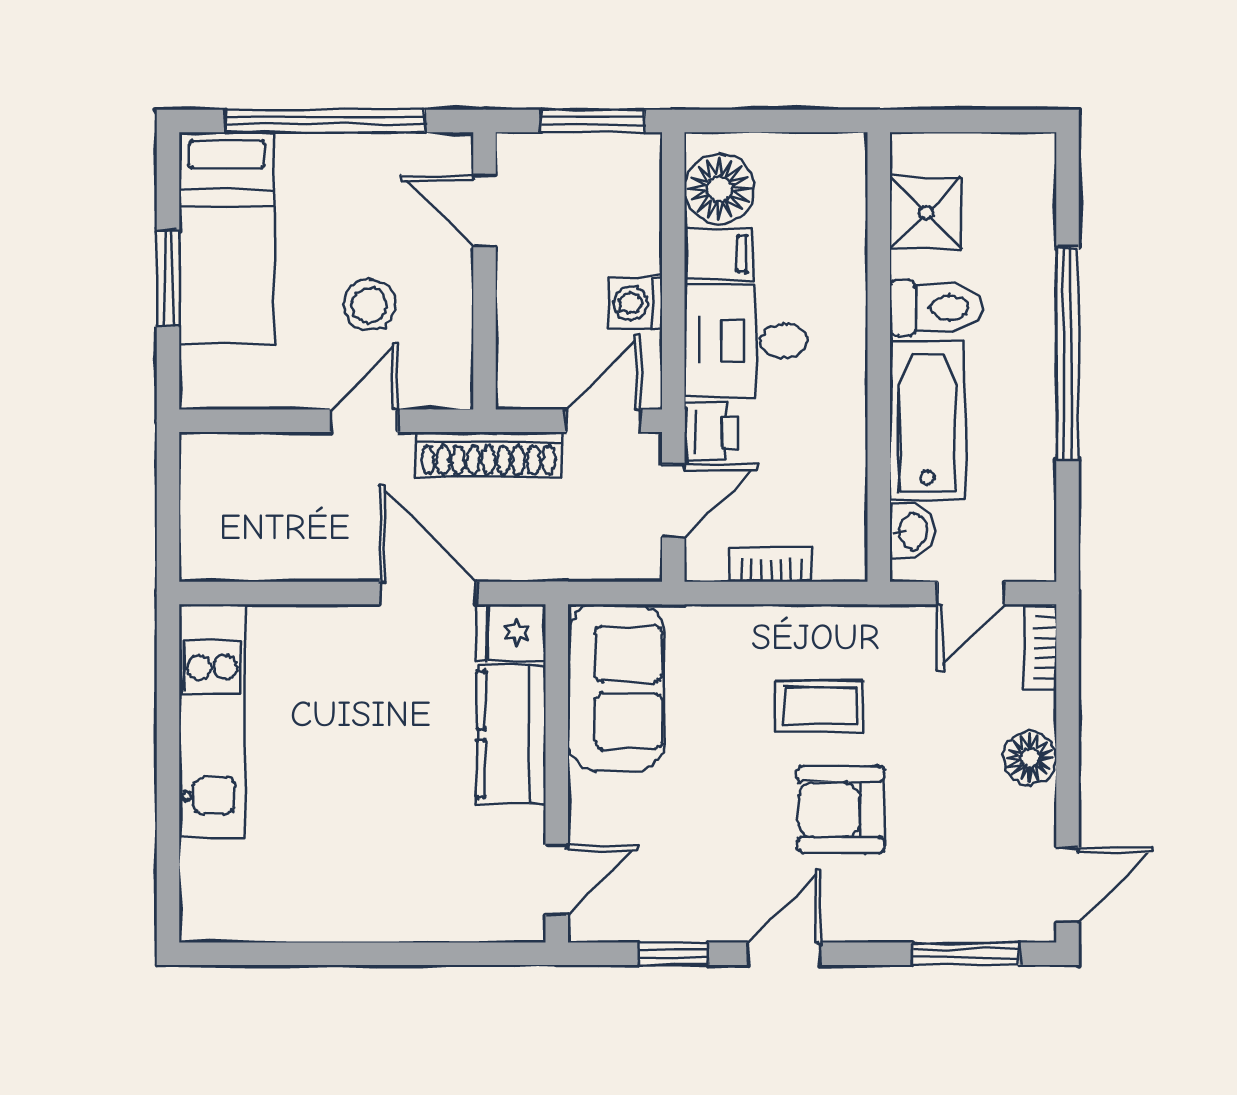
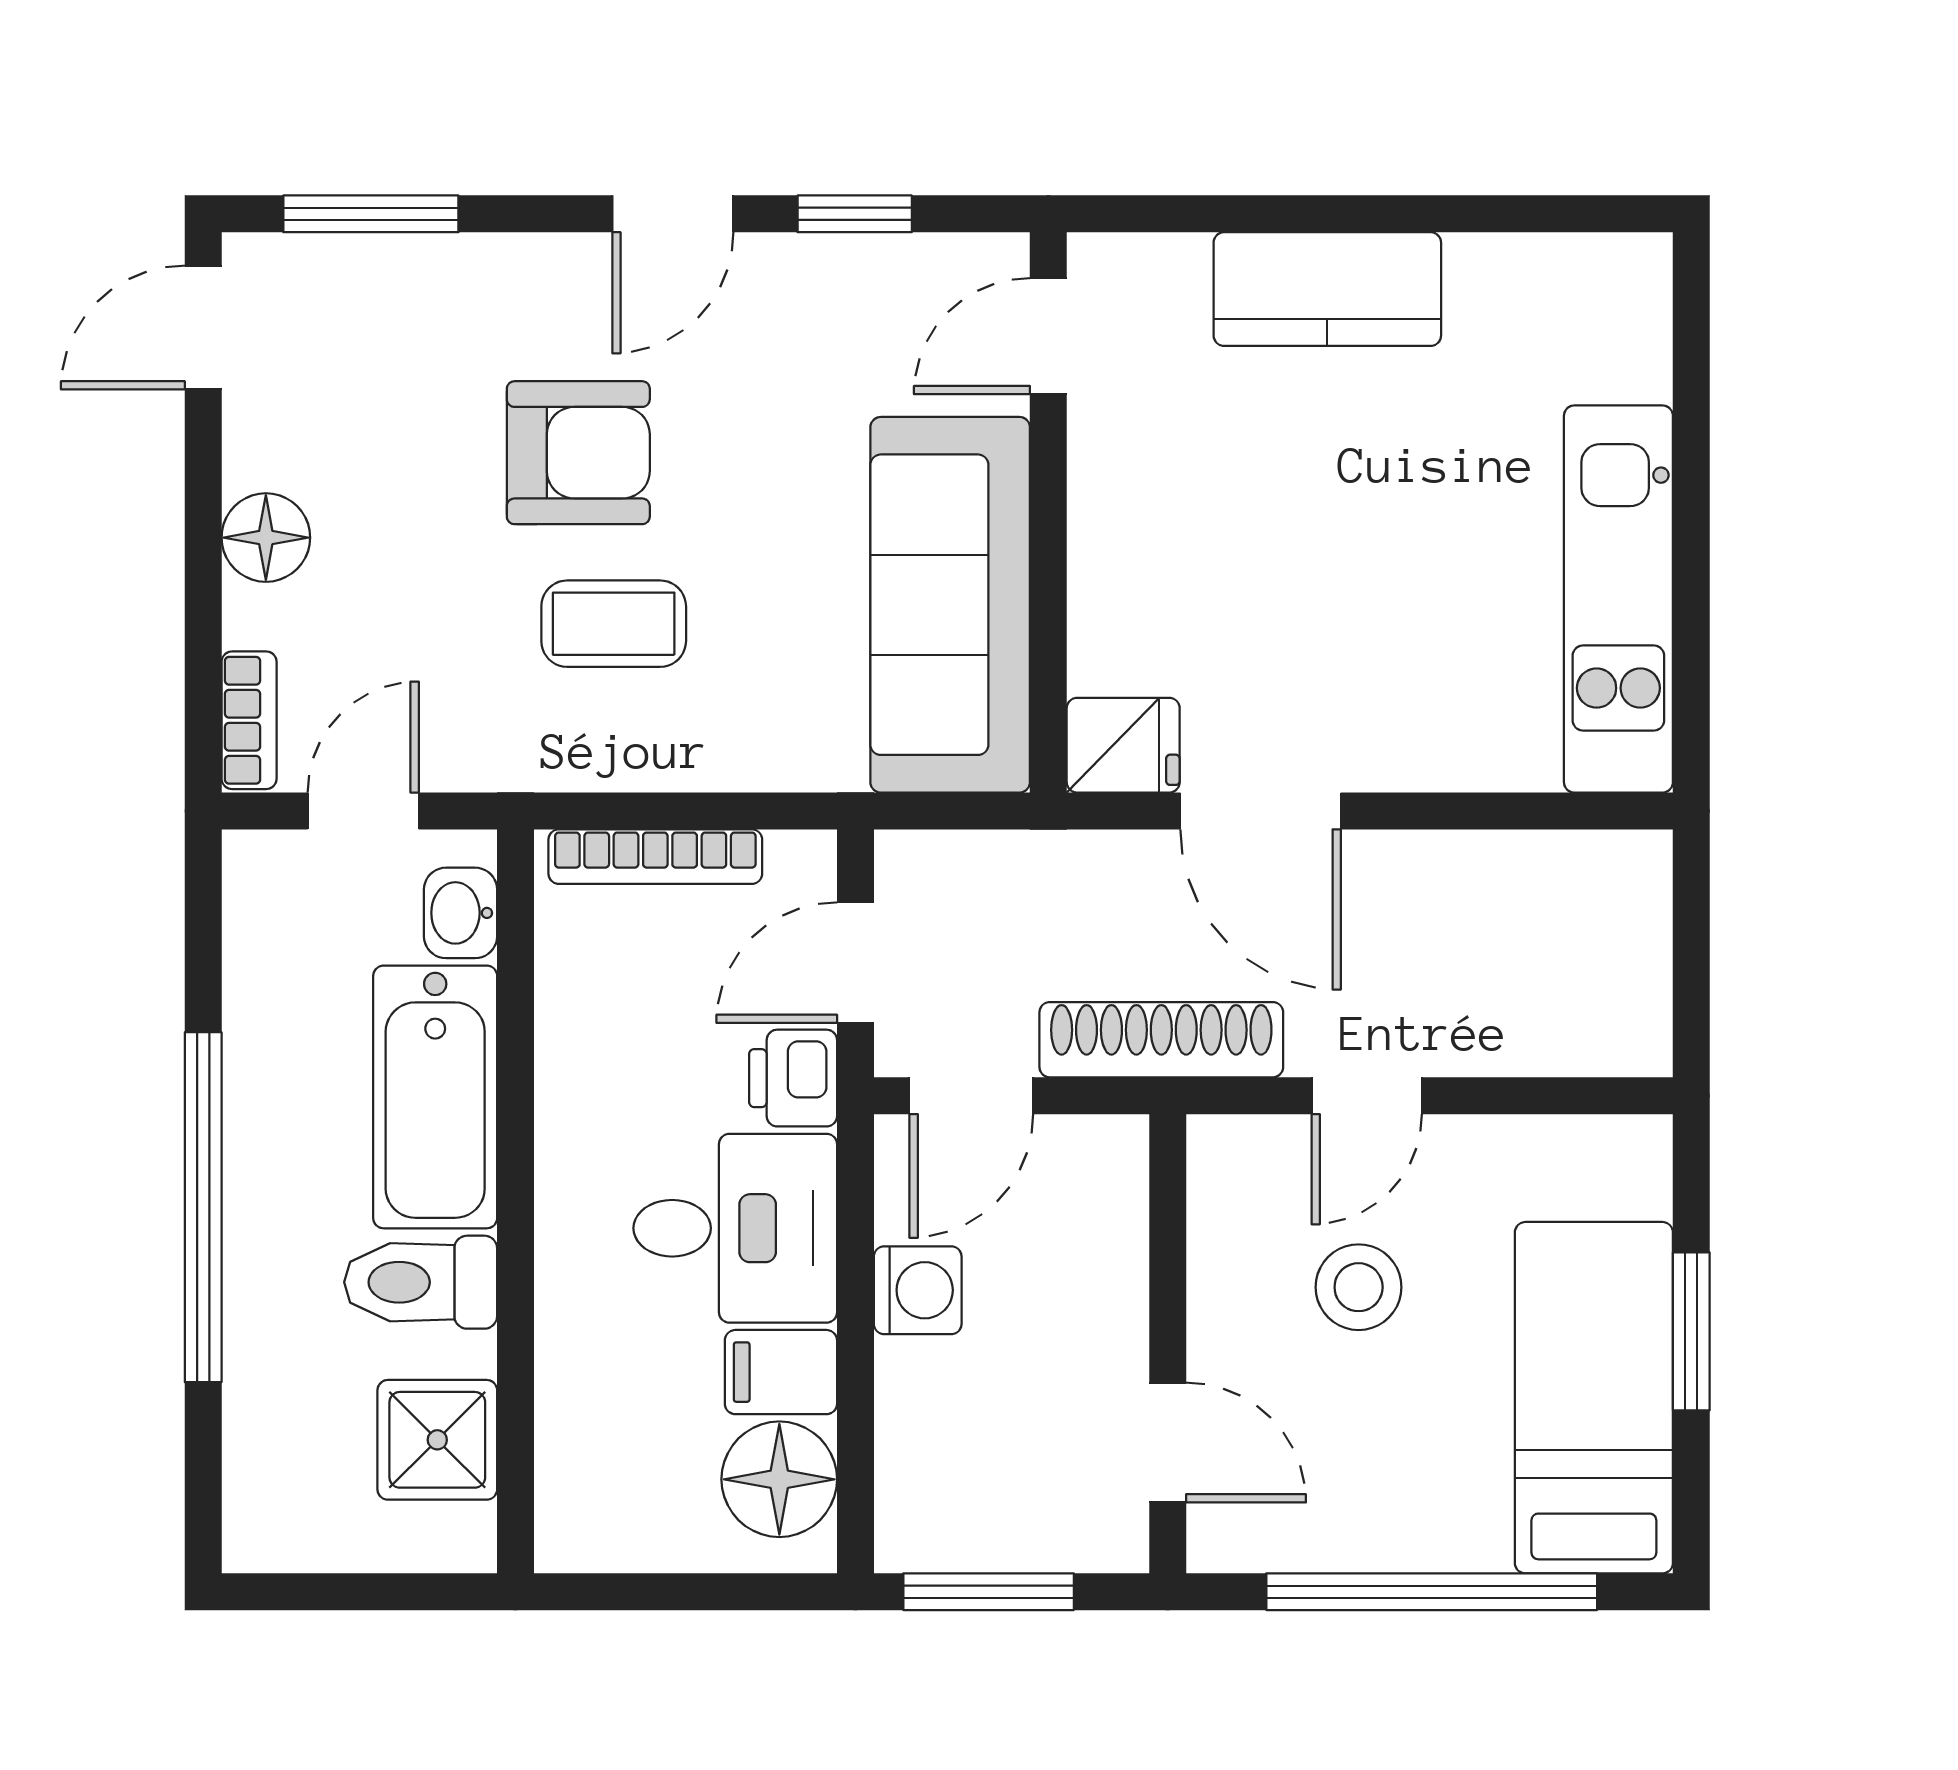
bookcase: (771, 565) -> (655, 857), width x1.56
sofa: (616, 687) -> (950, 605), width x1.36
kitchen counter: (511, 734) -> (1327, 289), moved, turned 90

